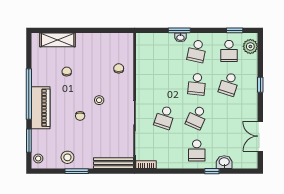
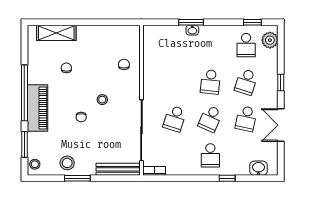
school desk: (197, 51) -> (246, 119), moved
double door: (260, 136) -> (281, 125), moved
washbasin: (224, 162) -> (259, 168), moved

